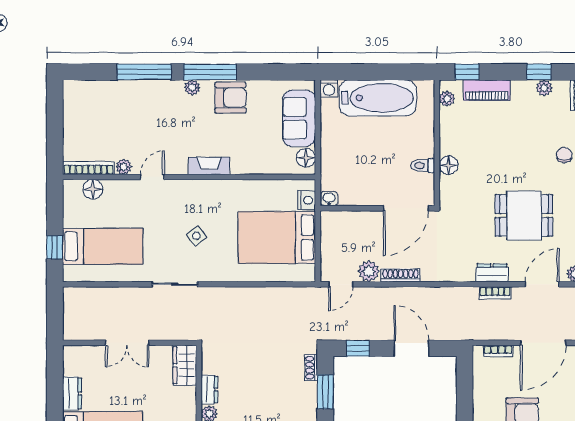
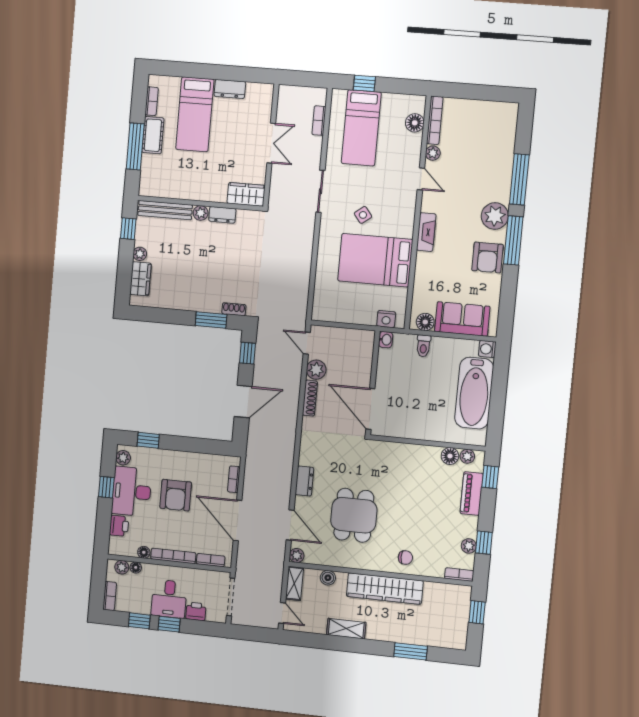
plant: (192, 87) -> (495, 216), width x1.88, depth x1.88
floor lamp: (449, 165) -> (450, 456), moved
toilet: (423, 166) -> (423, 346), moved, turned 180
bed: (277, 237) -> (375, 260), moved, turned -90
bookcase: (495, 293) -> (319, 121), moved
double door: (127, 343) -> (271, 143), swing flipped

